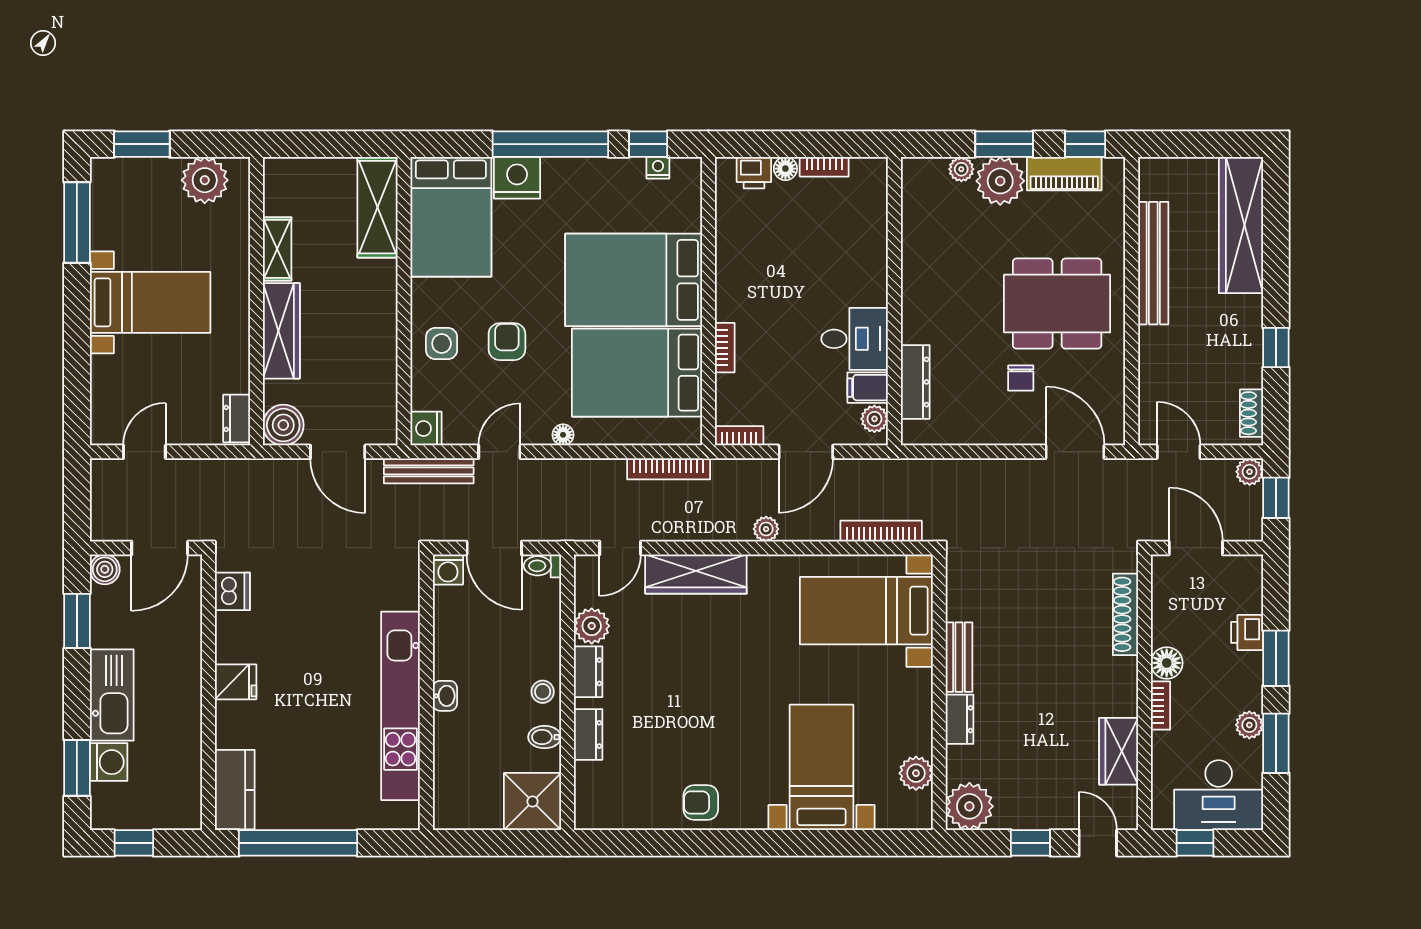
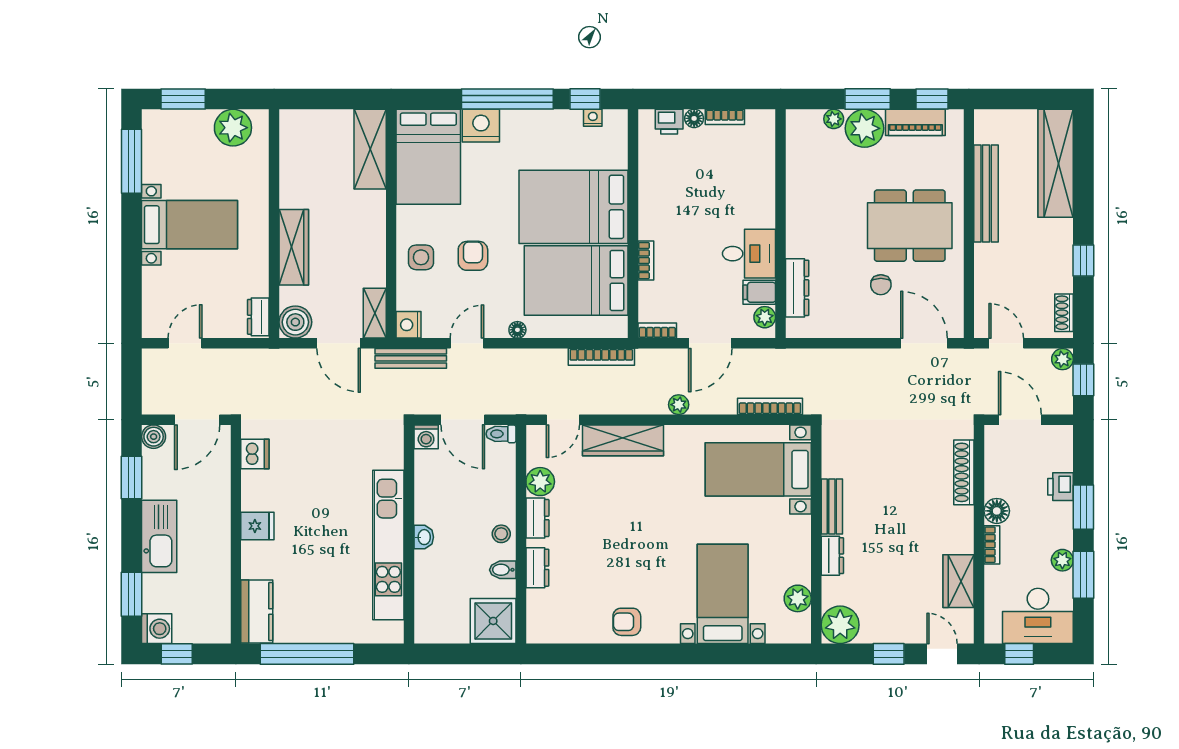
shelving: (277, 249) -> (375, 313), moved
washing machine: (109, 762) -> (157, 629), moved

